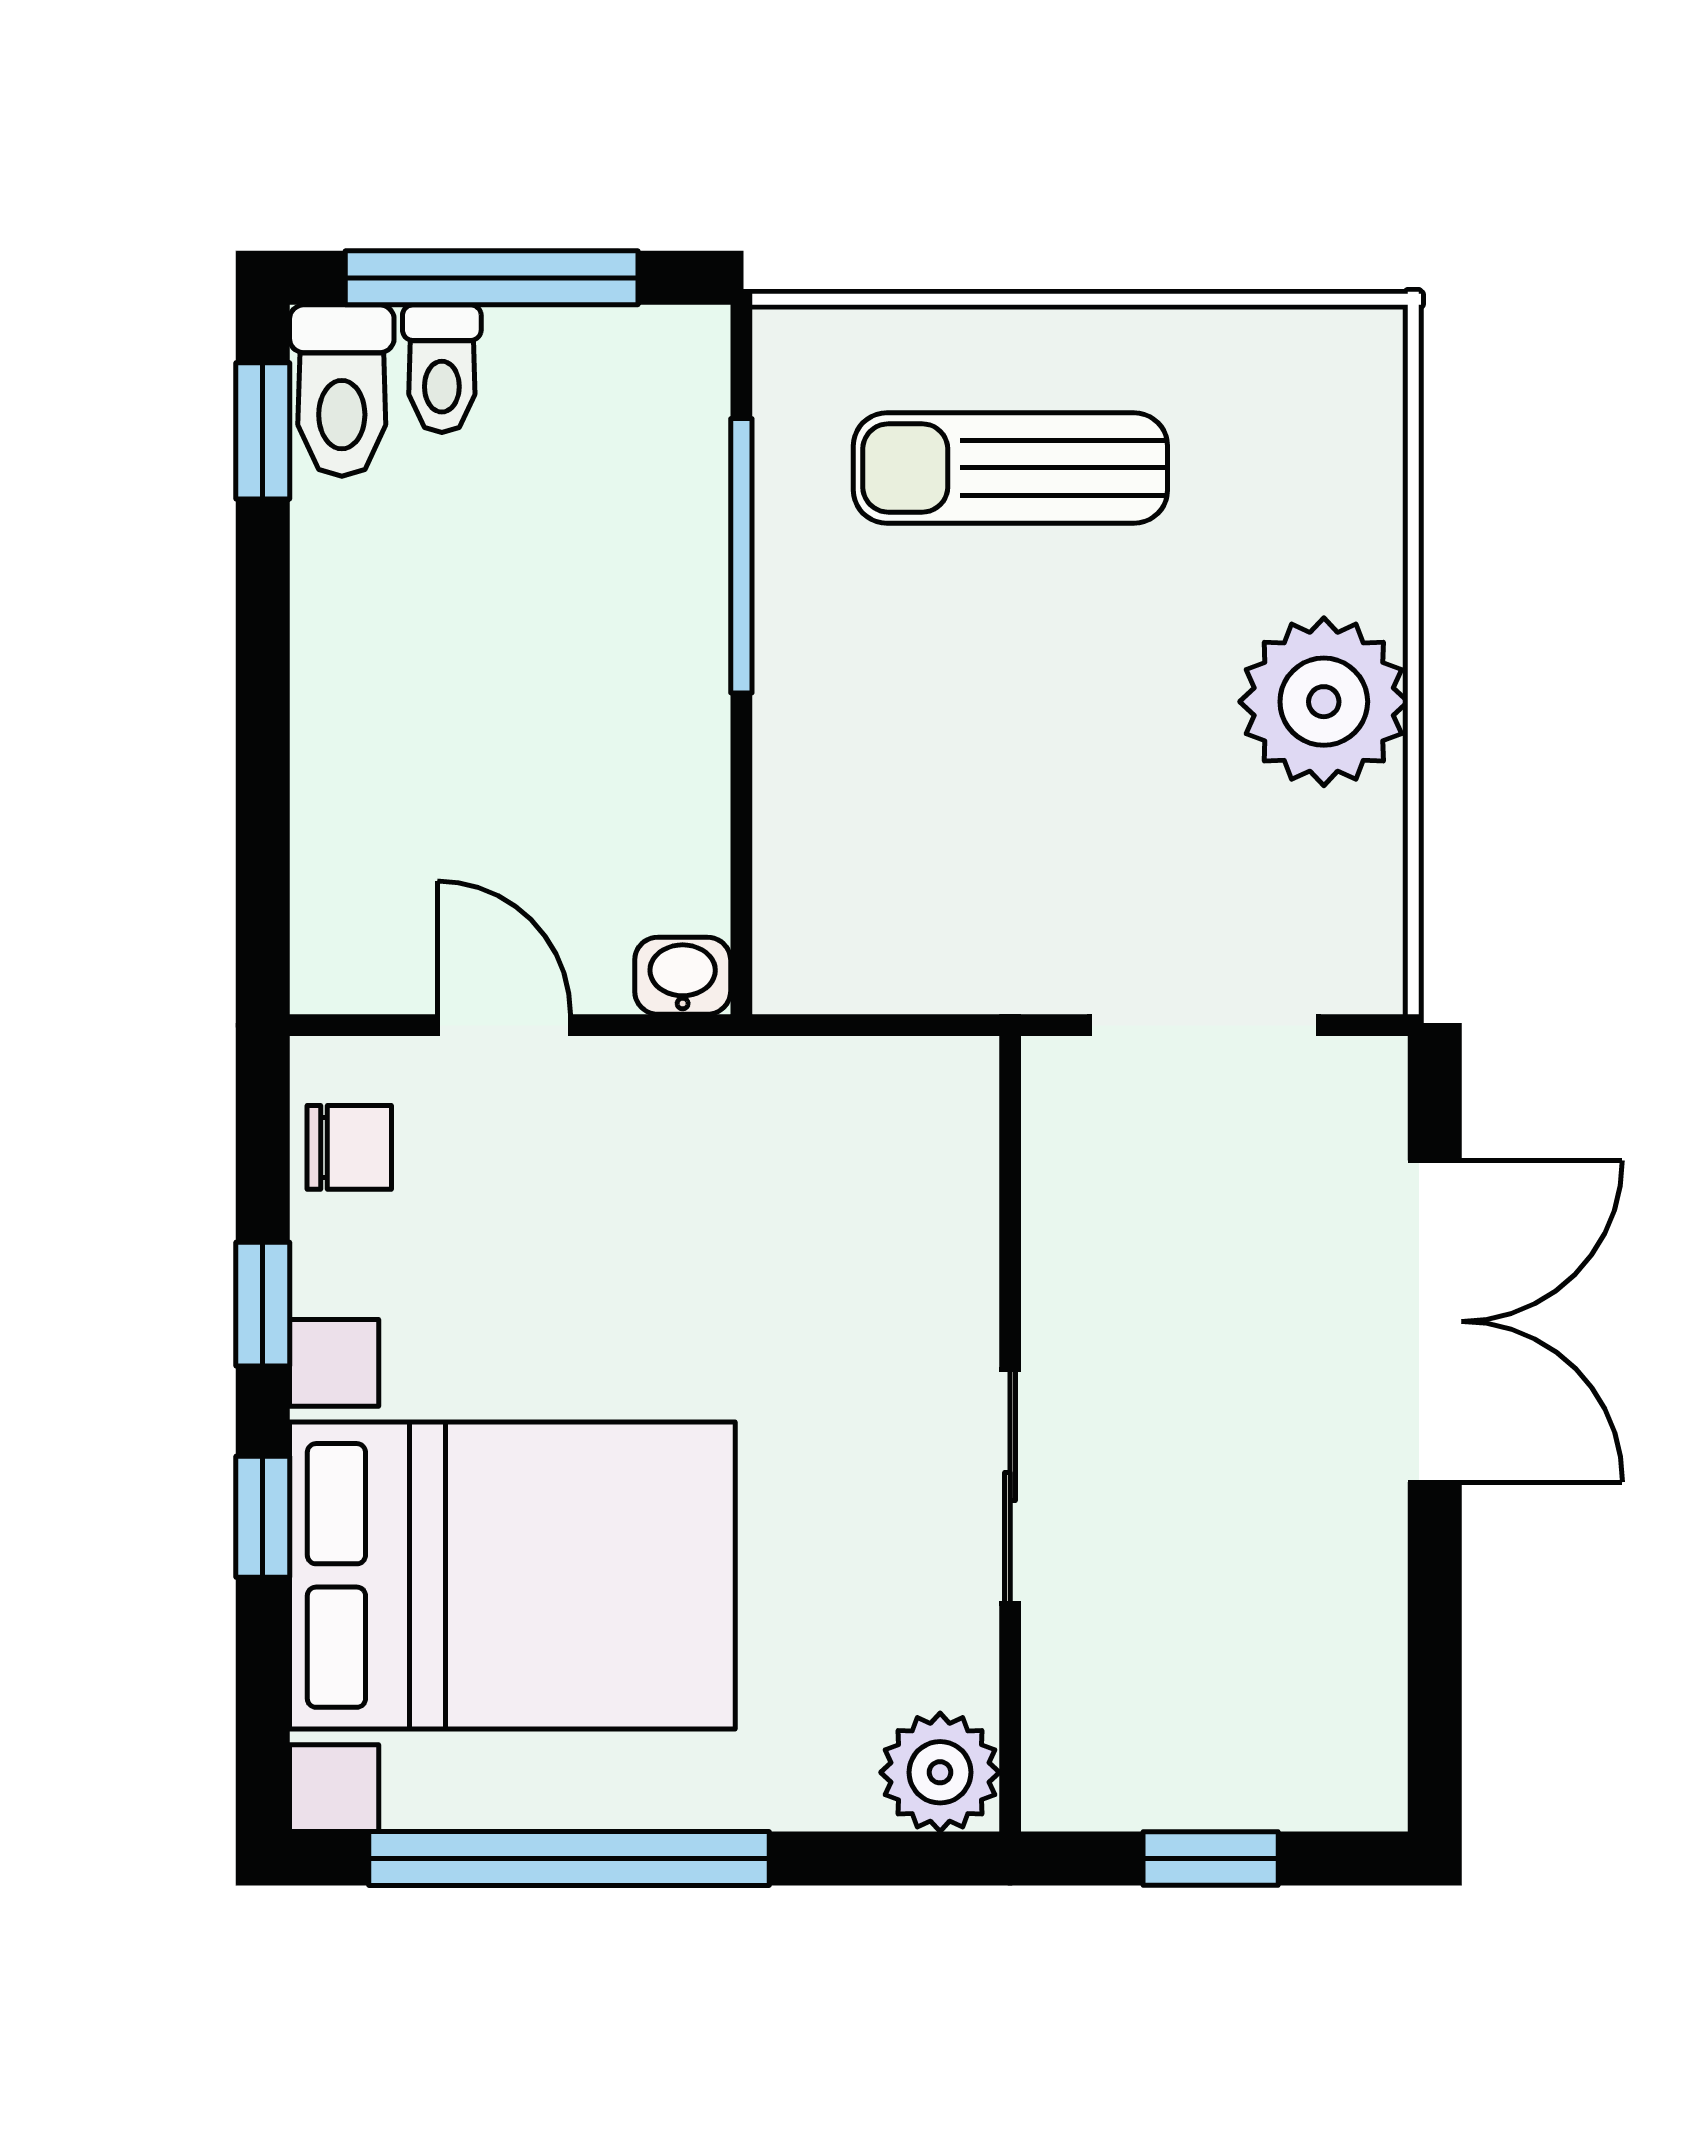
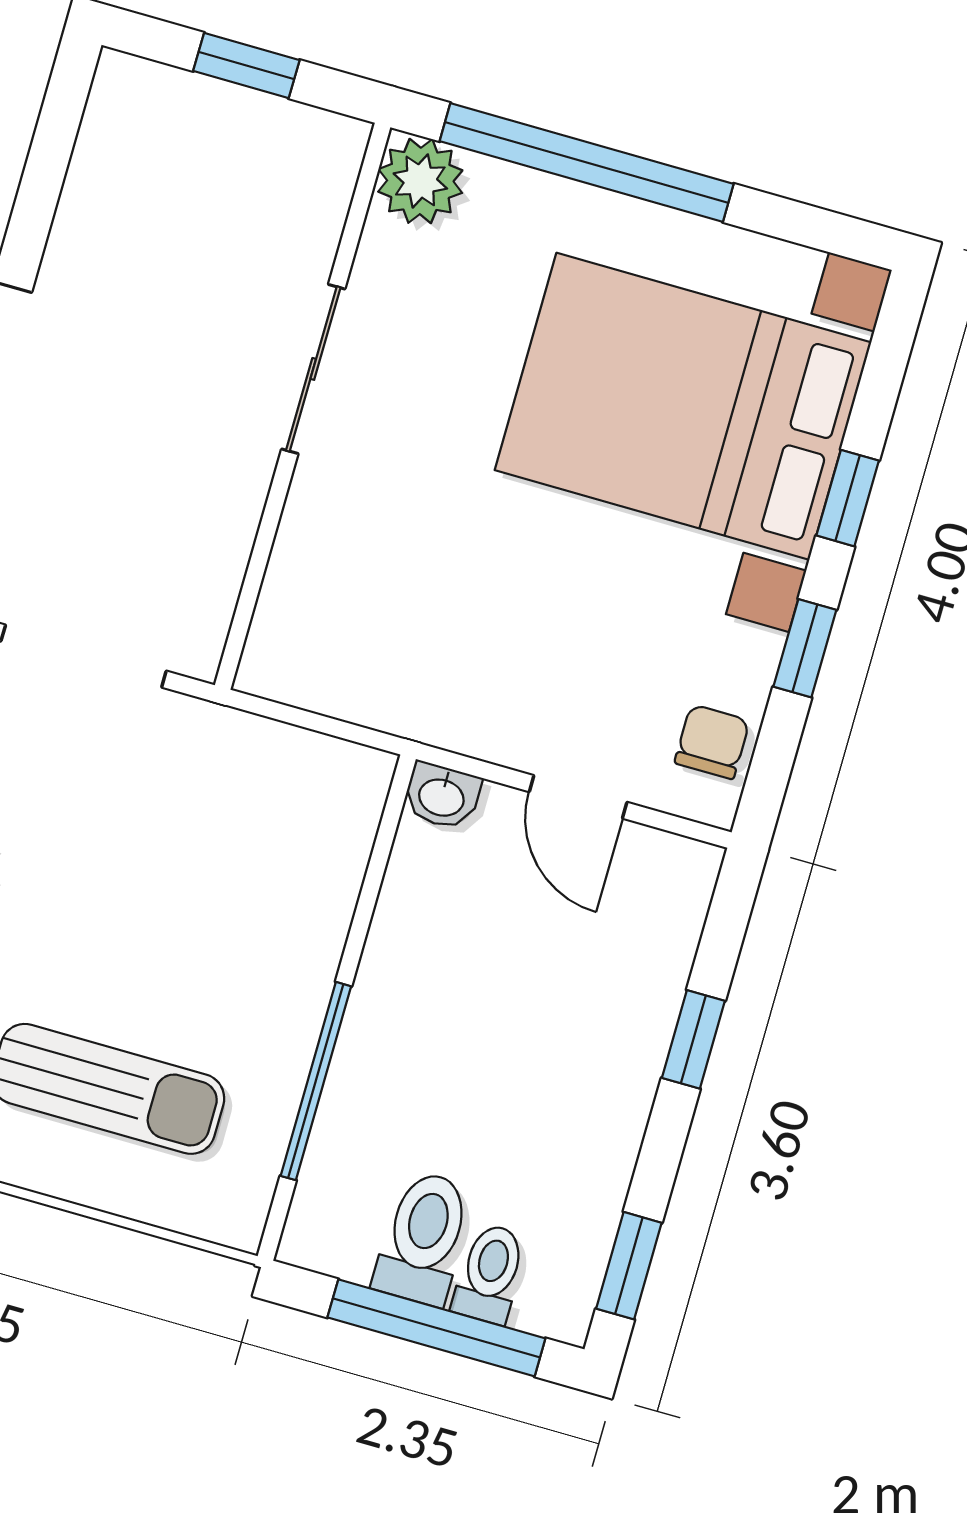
toilet: (342, 391) -> (424, 1238), moved
window: (263, 751) -> (693, 1039), added
chair: (349, 1147) -> (712, 742), turned 90
window: (569, 1858) -> (587, 162), moved

